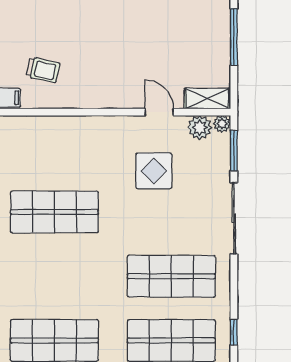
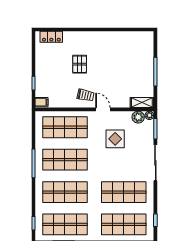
pallet: (83, 22) -> (80, 64), added
trolley: (43, 70) -> (86, 95), moved
door: (159, 112) -> (103, 109), moved
shop shelf: (54, 148) -> (65, 127), added
shop shelf: (54, 276) -> (65, 192), added

